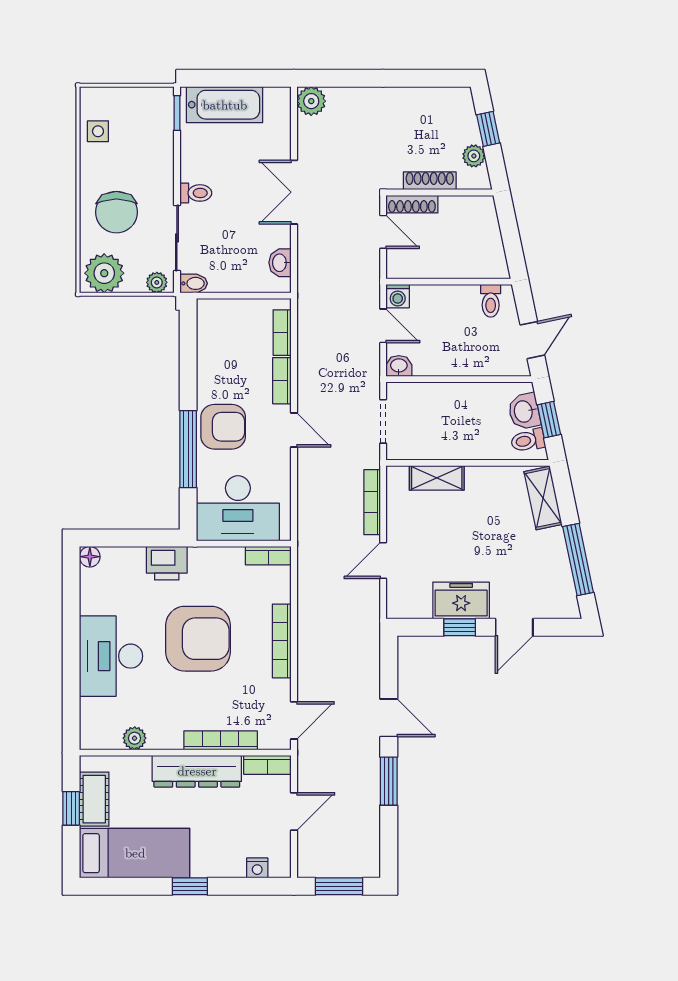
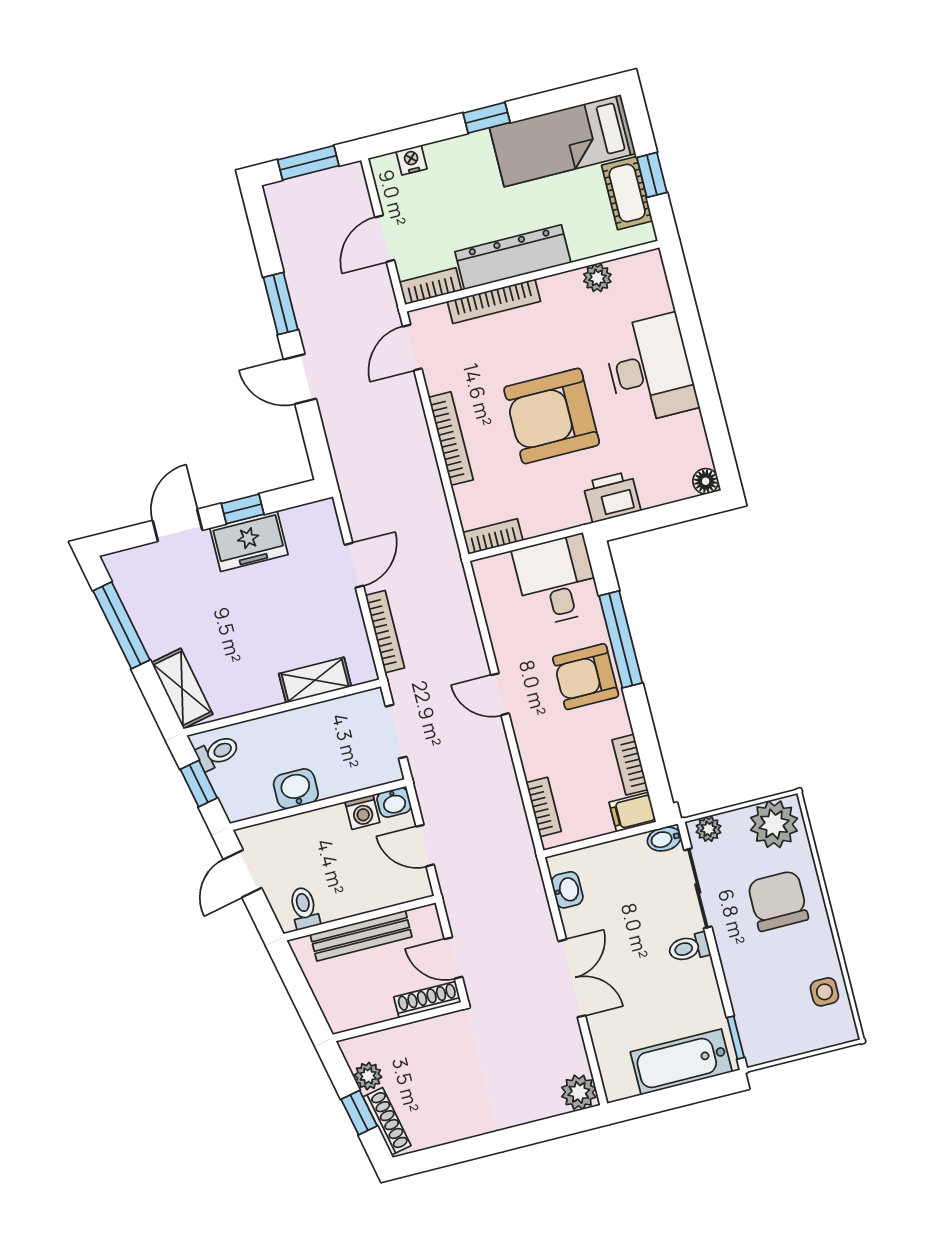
shoe rack: (430, 181) -> (387, 1121), moved, turned -102
bench: (451, 268) -> (361, 936), added
washing machine: (398, 296) -> (362, 812), moved, turned 180
filing cabinet: (213, 311) -> (633, 812), added
bookcase: (282, 381) -> (630, 765), moved, turned 180
washbasin: (524, 411) -> (296, 789), moved, turned -78
desk: (238, 508) -> (557, 580), width x0.73

